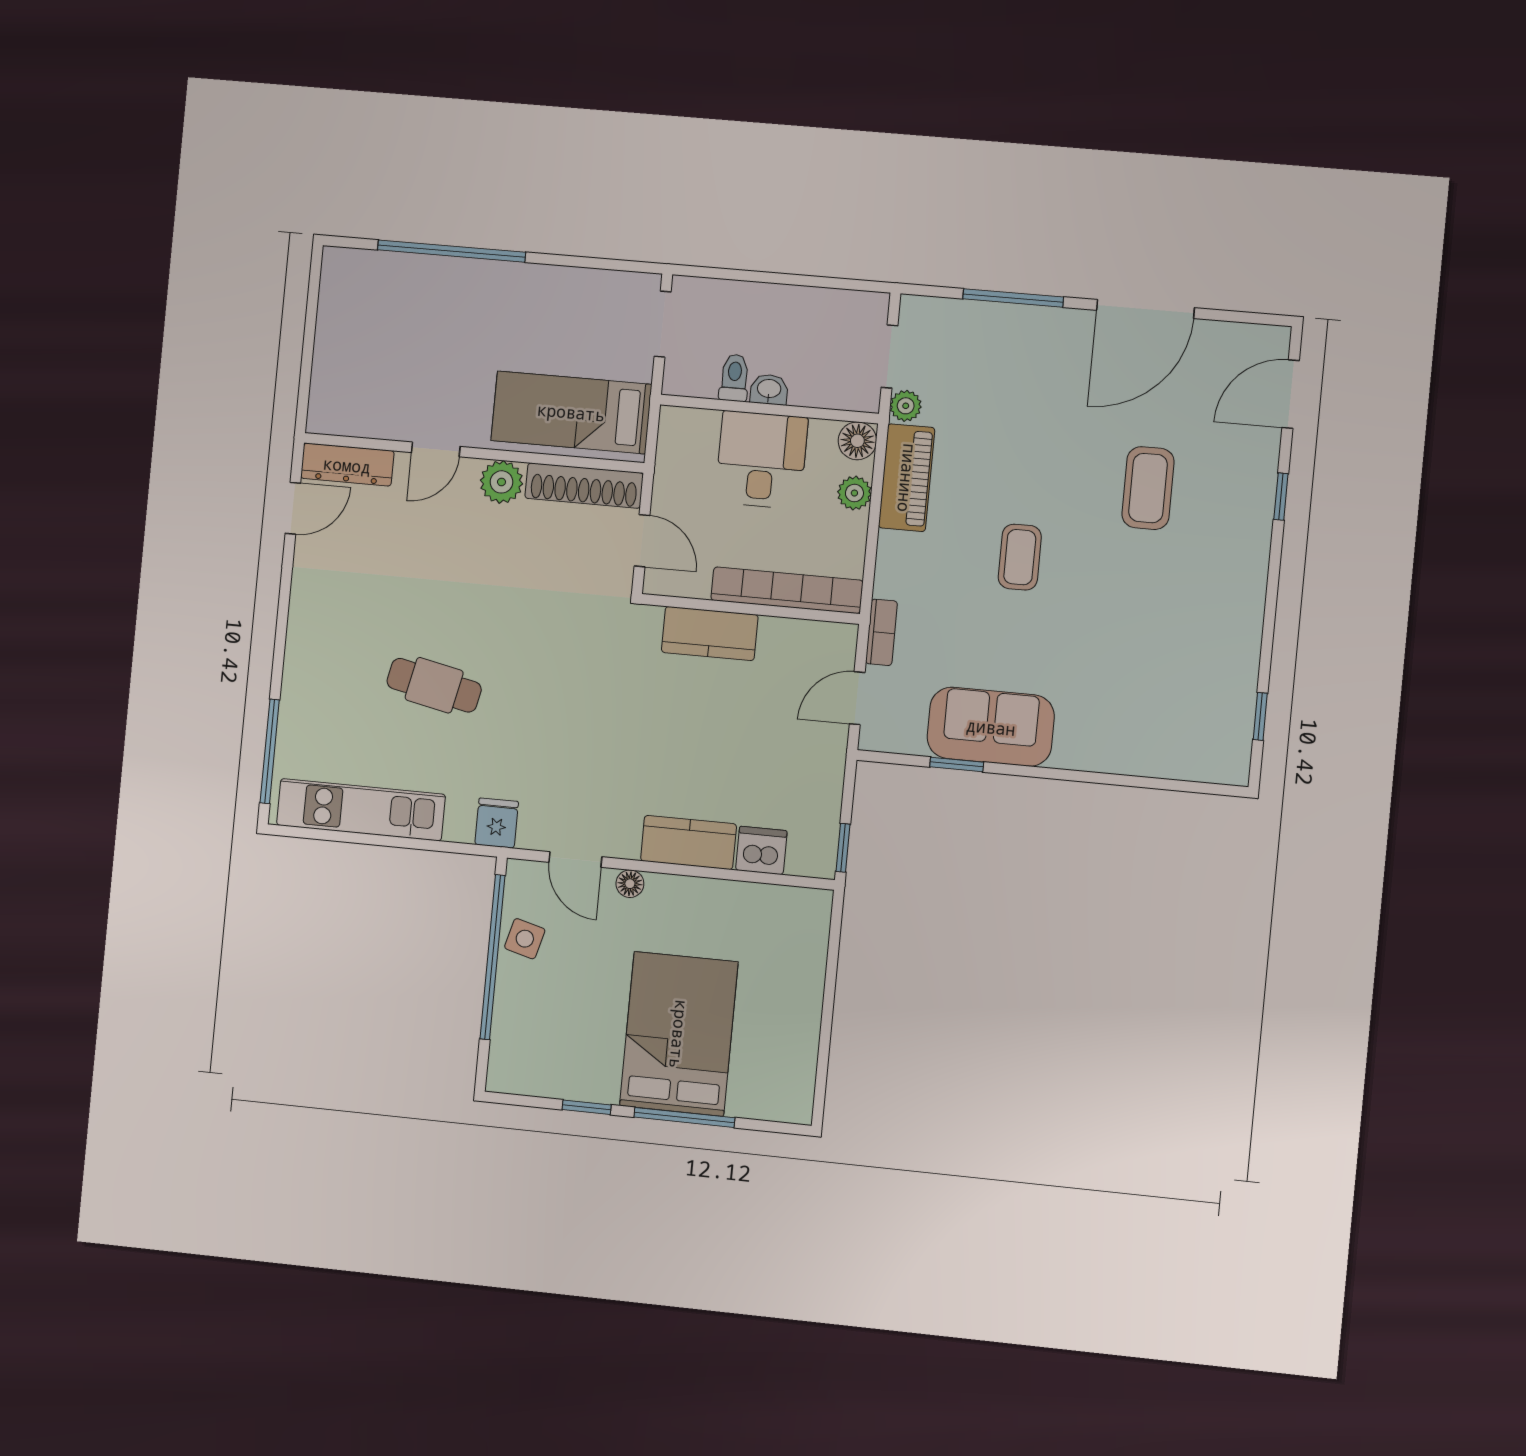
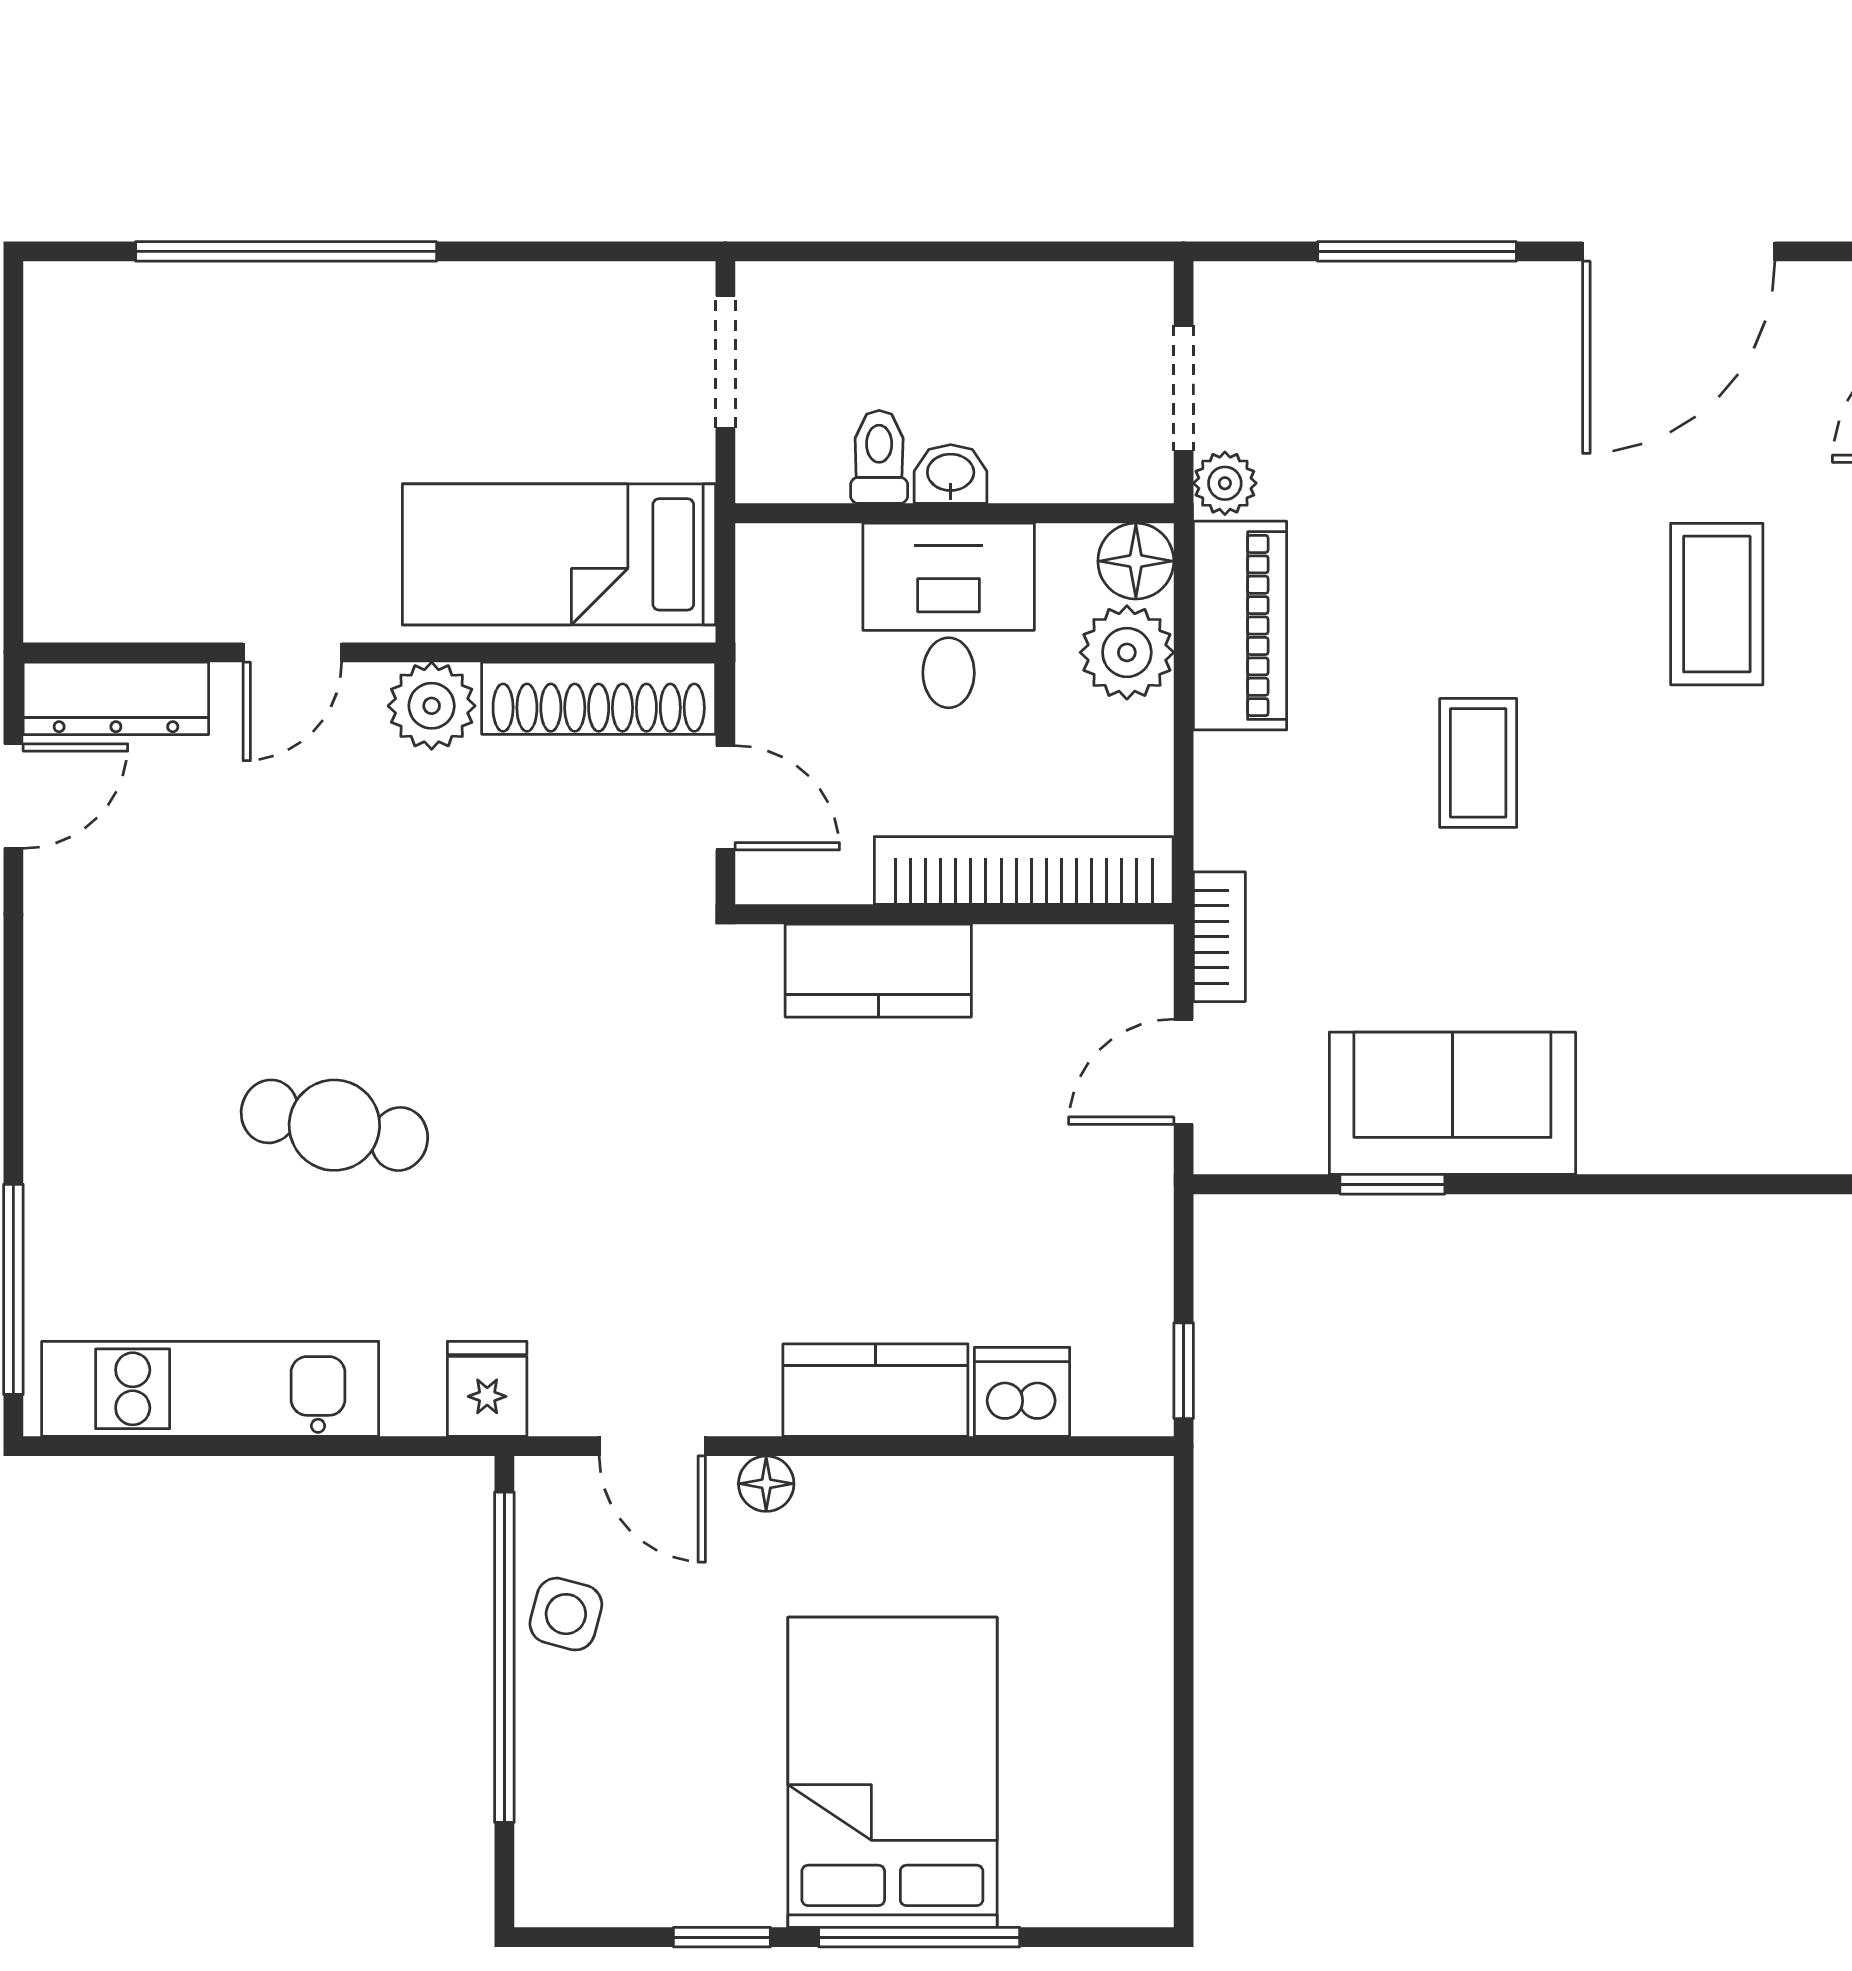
plant: (854, 493) -> (1127, 652), width x1.38, depth x1.38

